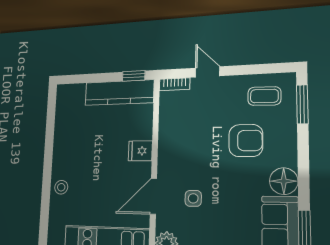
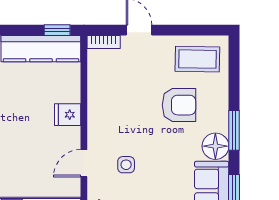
coffee table: (264, 96) -> (197, 59), width x1.36, depth x1.30
window: (302, 104) -> (234, 130), moved
door: (153, 196) -> (84, 163), width x0.73

